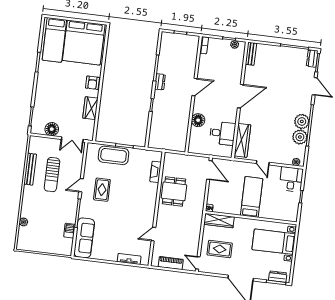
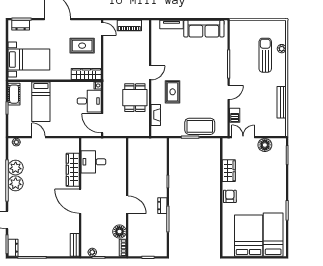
bed: (84, 42) -> (249, 236), width x0.73
door: (194, 87) -> (127, 205), swing flipped
door: (240, 96) -> (80, 201), hinge flipped
floor lamp: (198, 120) -> (119, 232), moved
wardrobe: (242, 140) -> (73, 170), moved
door: (263, 163) -> (39, 137), moved
sun lounger: (52, 175) -> (265, 55), moved
desk: (291, 179) -> (89, 101), moved, turned -90
rug: (102, 190) -> (173, 92), moved
bed: (252, 197) -> (41, 102), moved
cot: (293, 209) -> (14, 94), added
barbecue: (69, 231) -> (235, 115), moved
door: (153, 234) -> (150, 73), moved
sofa: (84, 238) -> (204, 29), moved, turned -90

